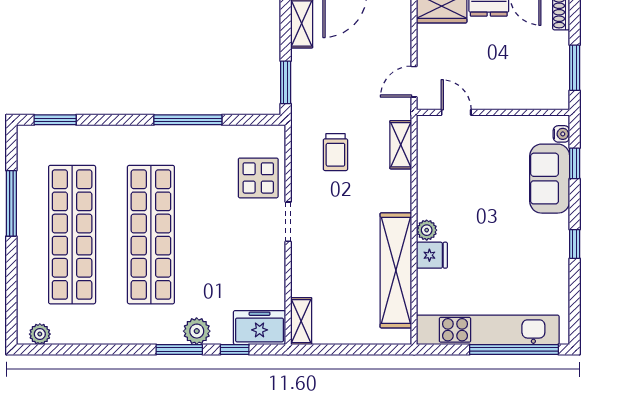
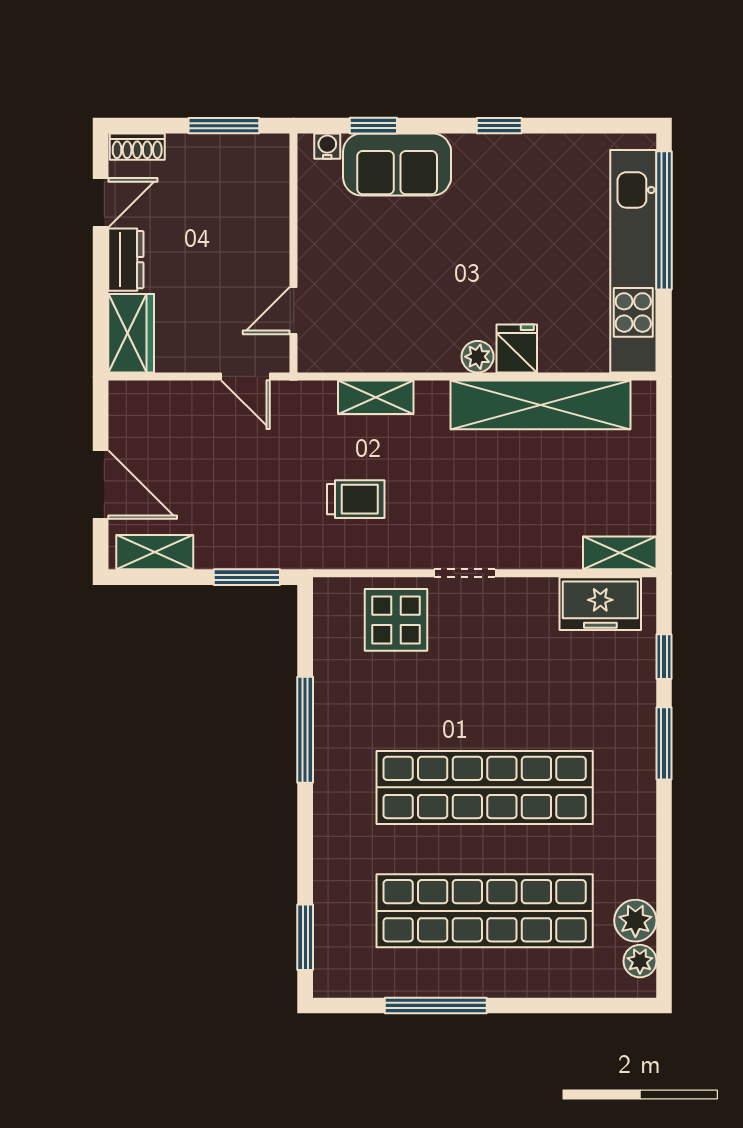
shelving: (401, 145) -> (376, 397), moved
freezer: (260, 328) -> (600, 604), moved, turned -90
plant: (197, 331) -> (635, 921), moved

